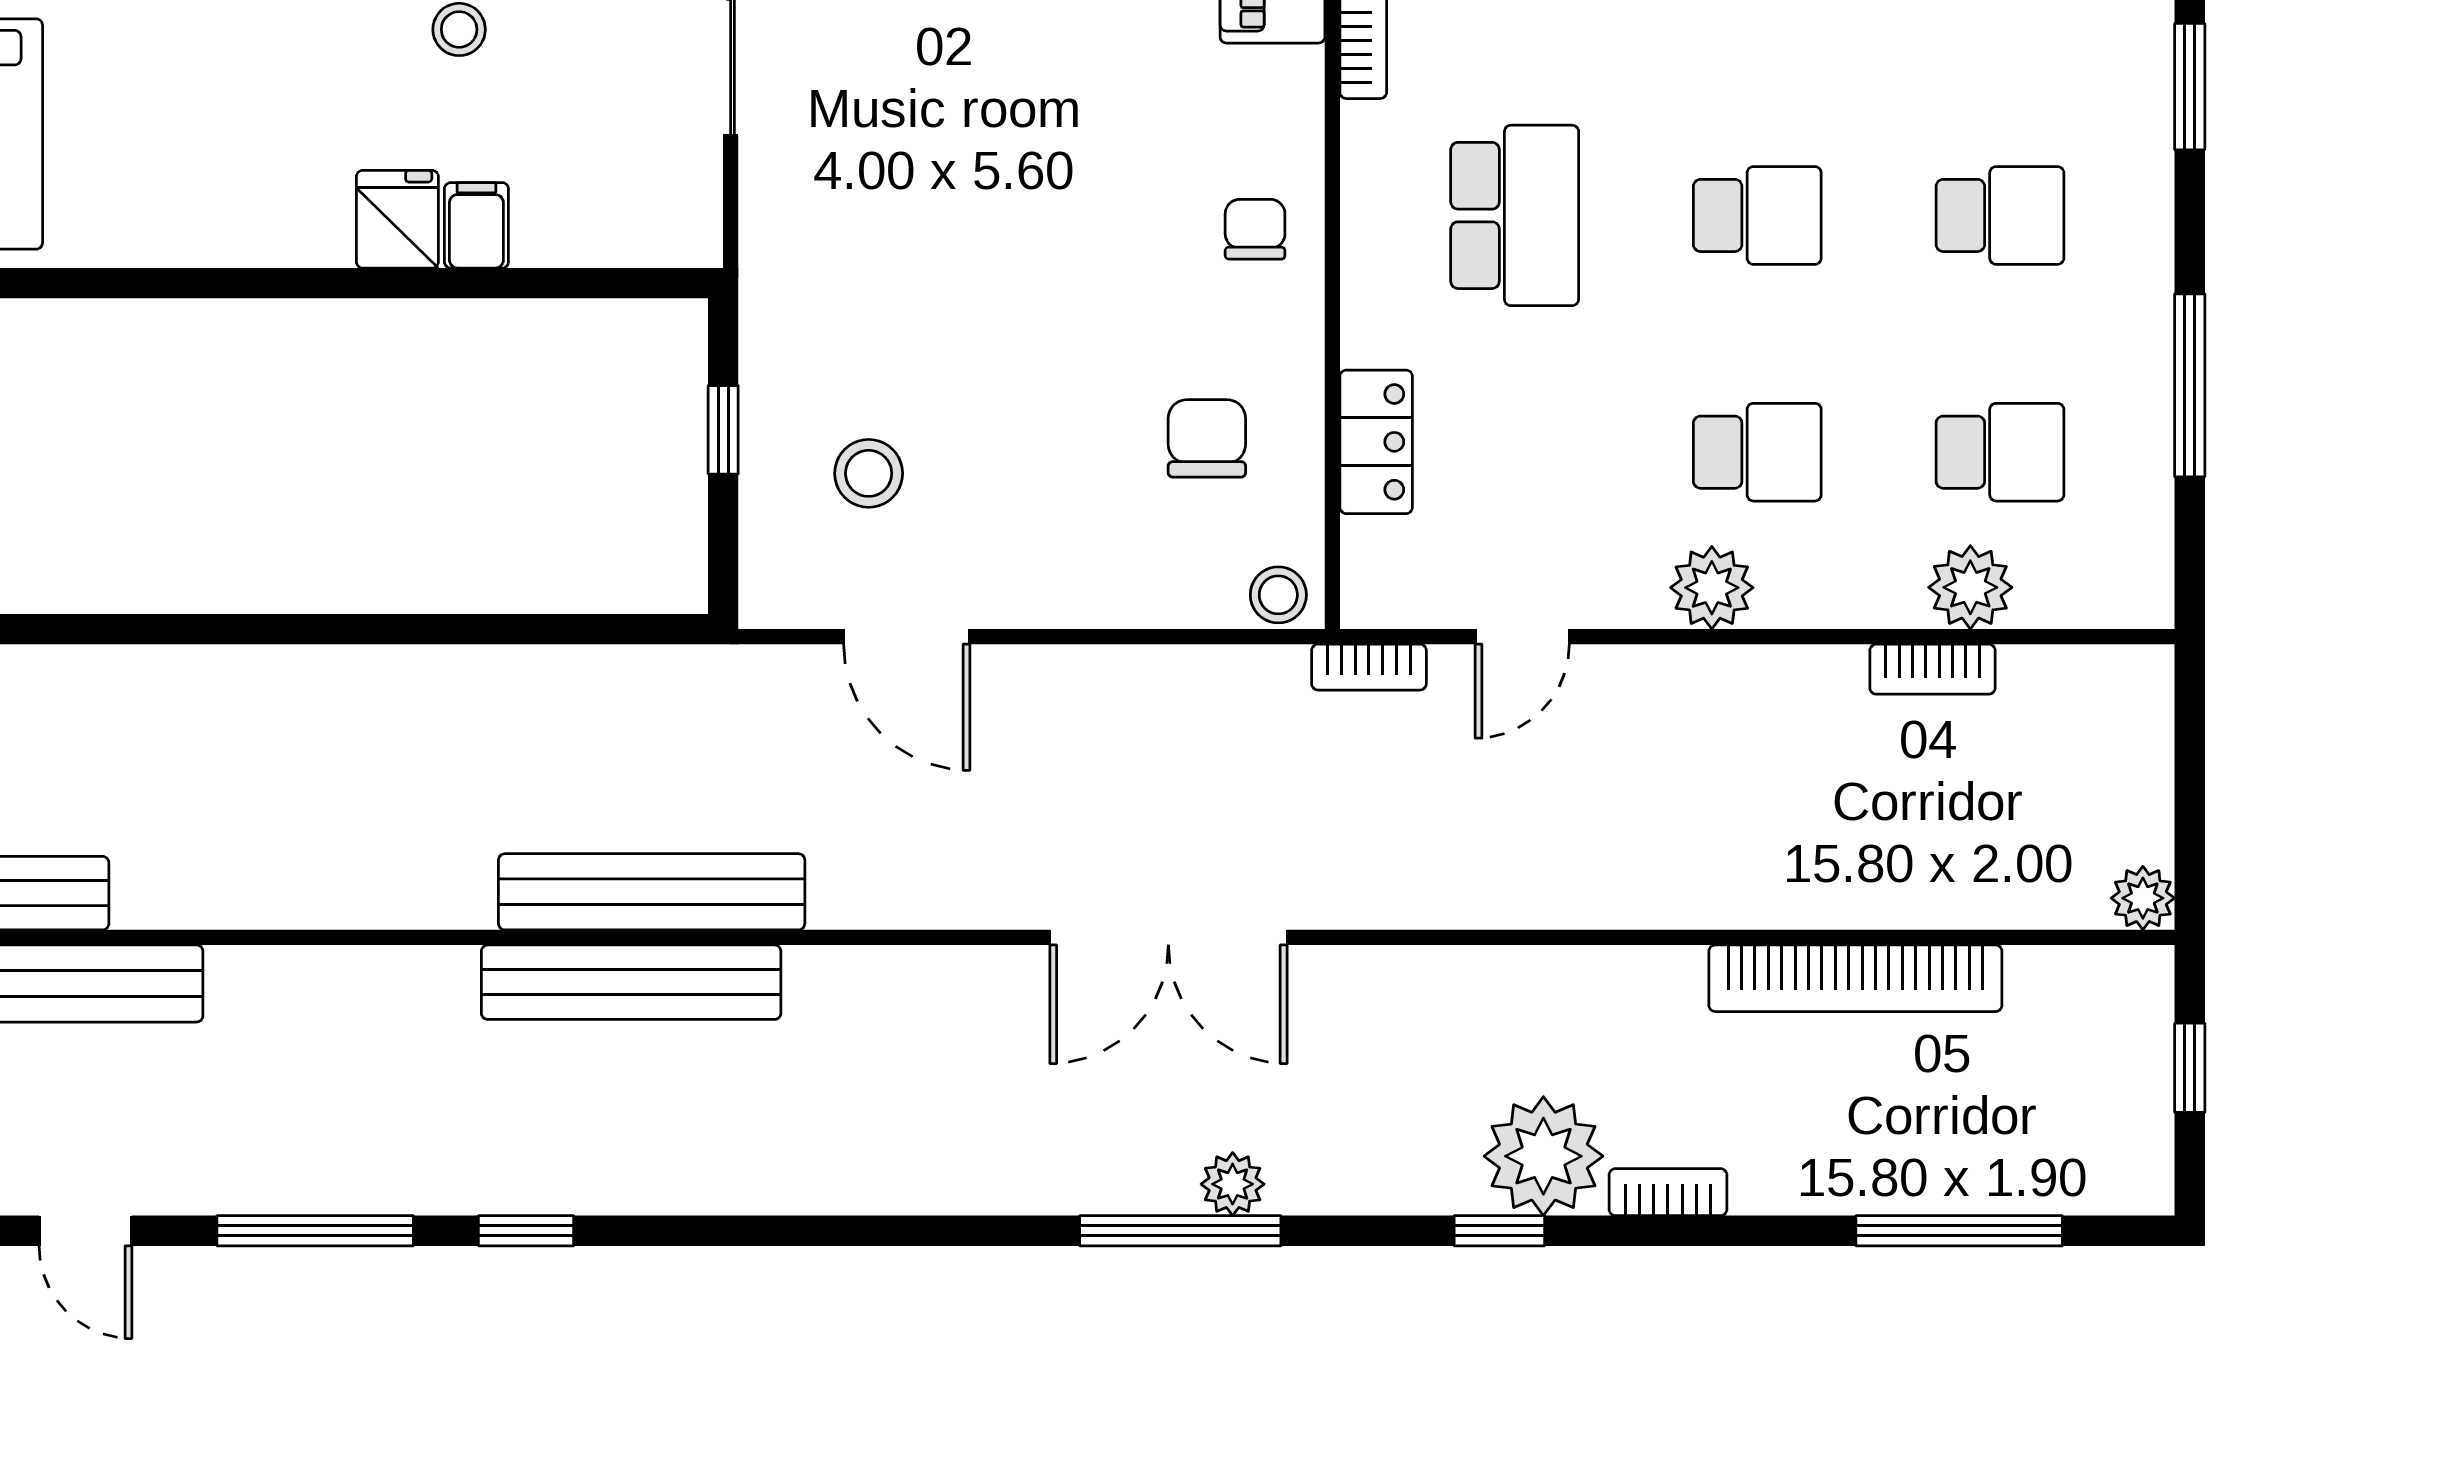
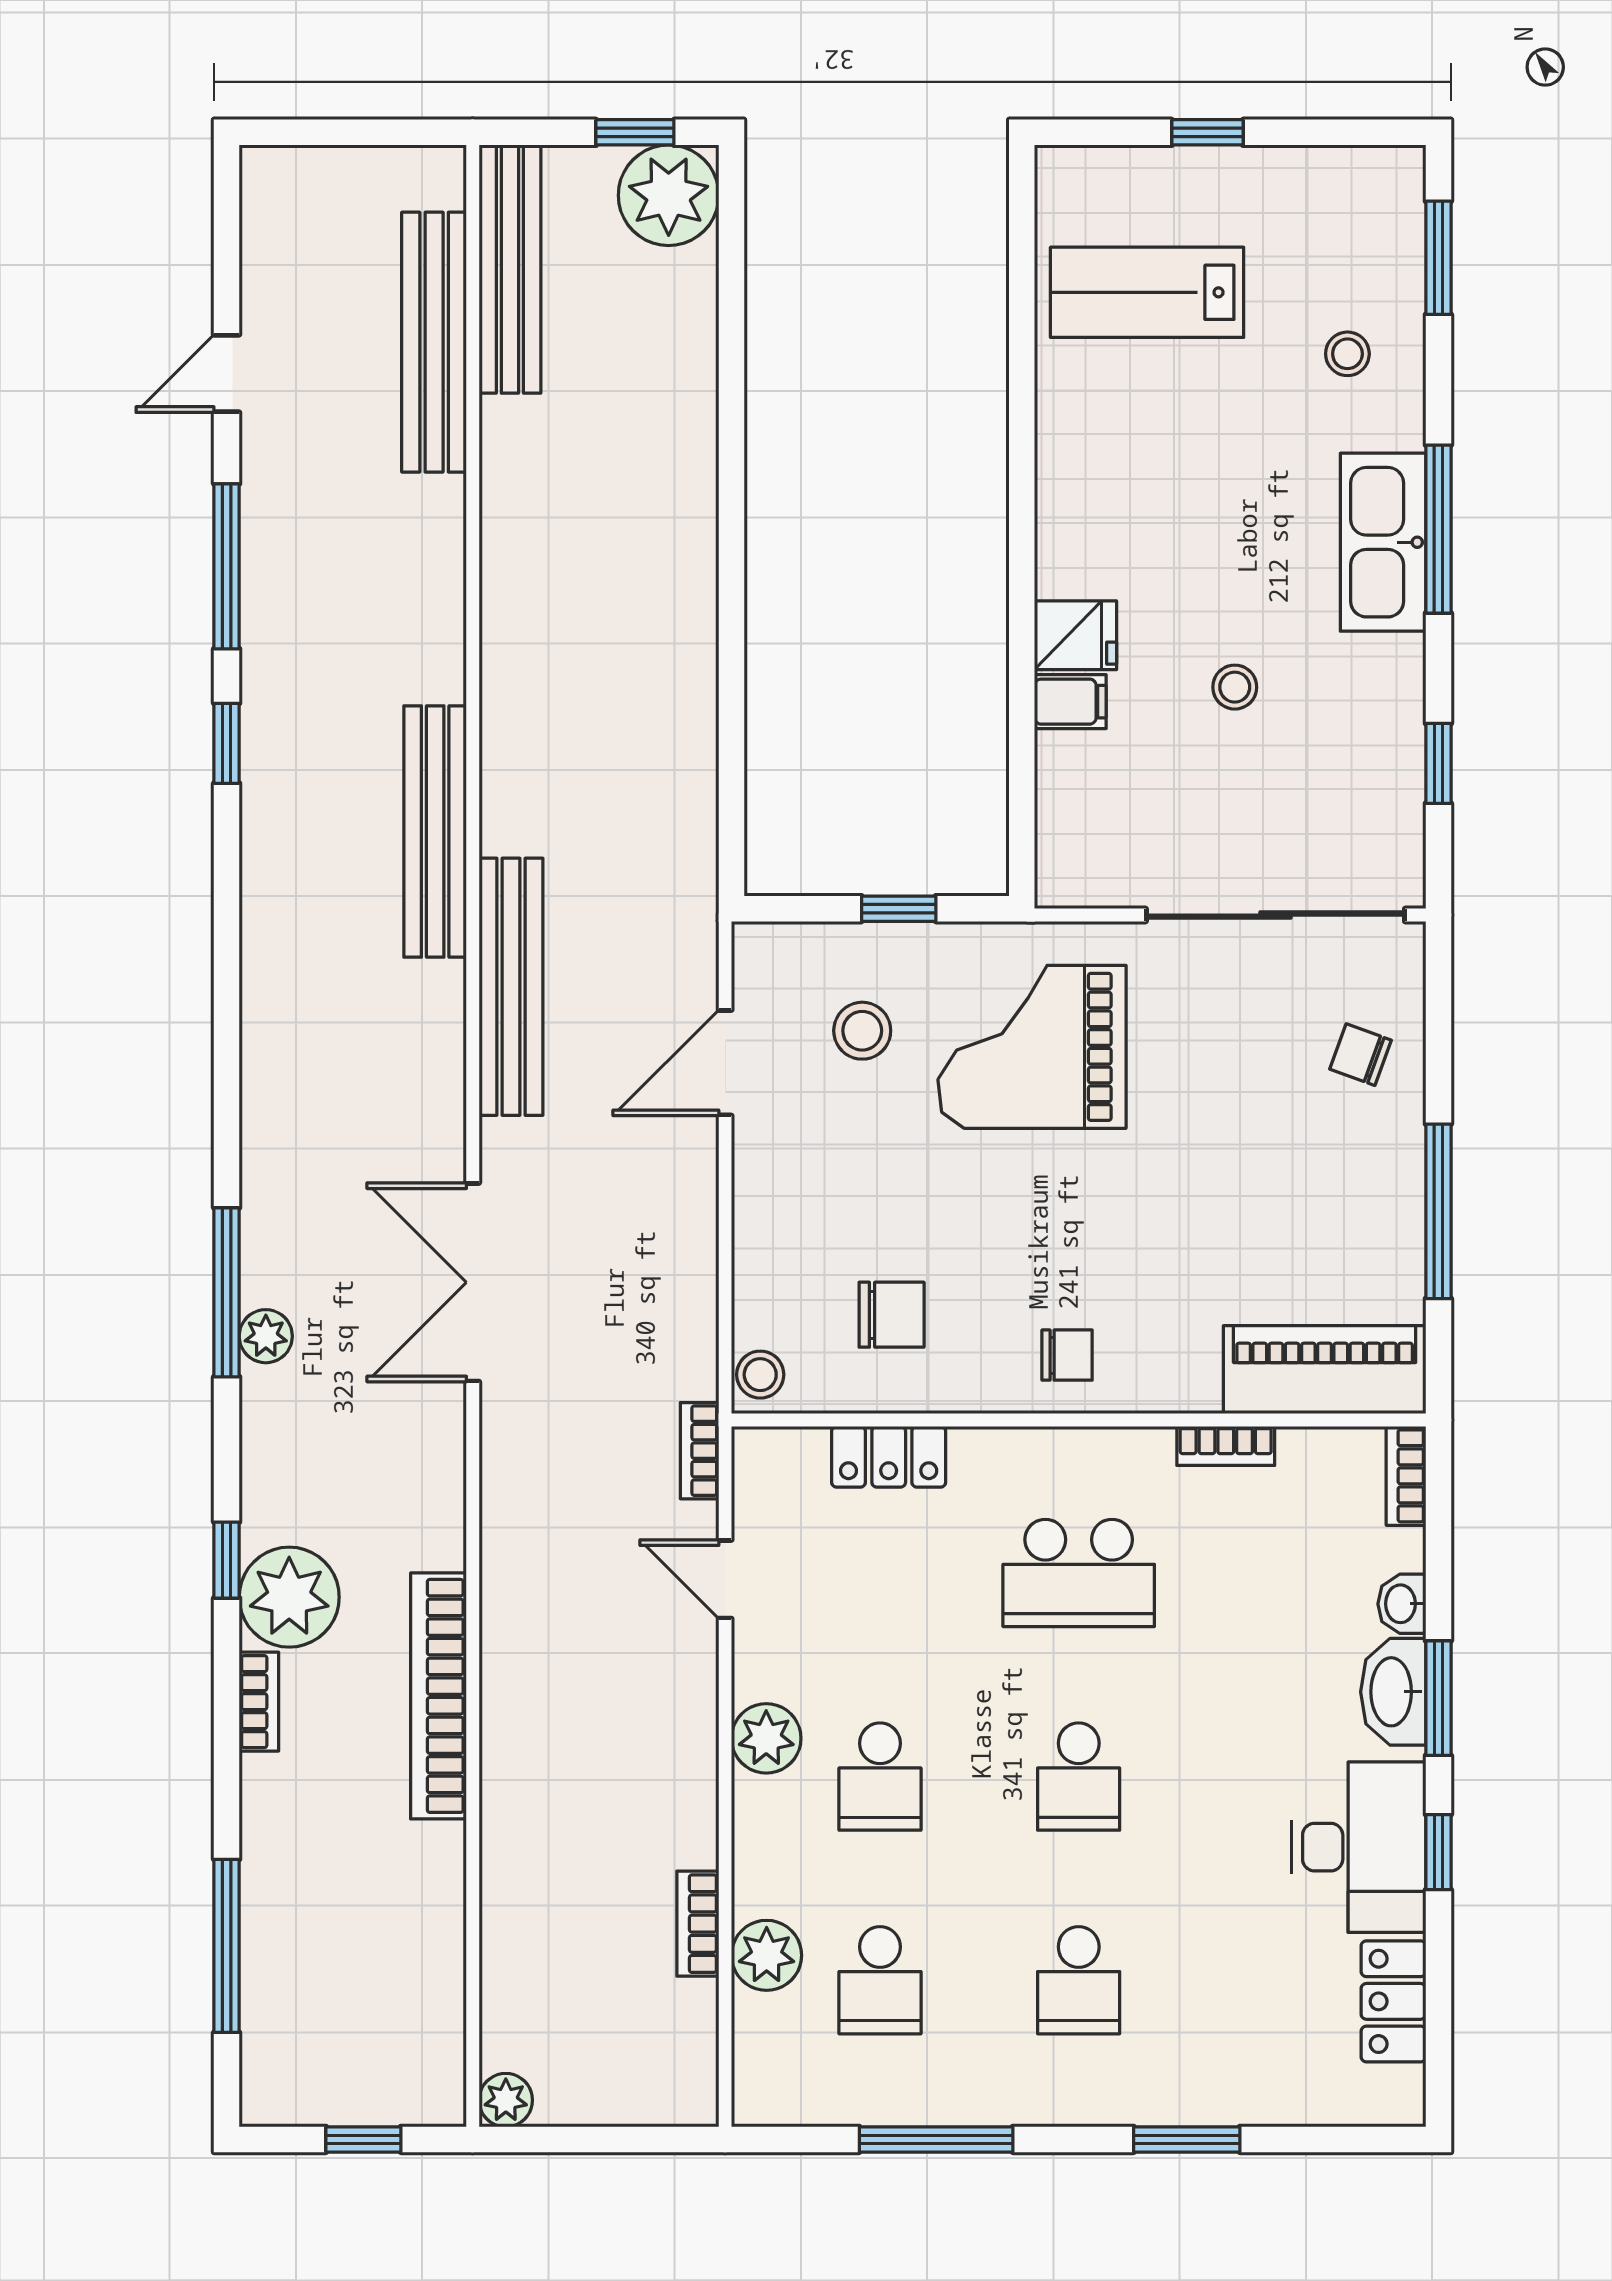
grand piano: (888, 271) -> (1032, 1047), added
bench: (652, 892) -> (511, 987), moved
bookcase: (1855, 978) -> (438, 1696), moved

